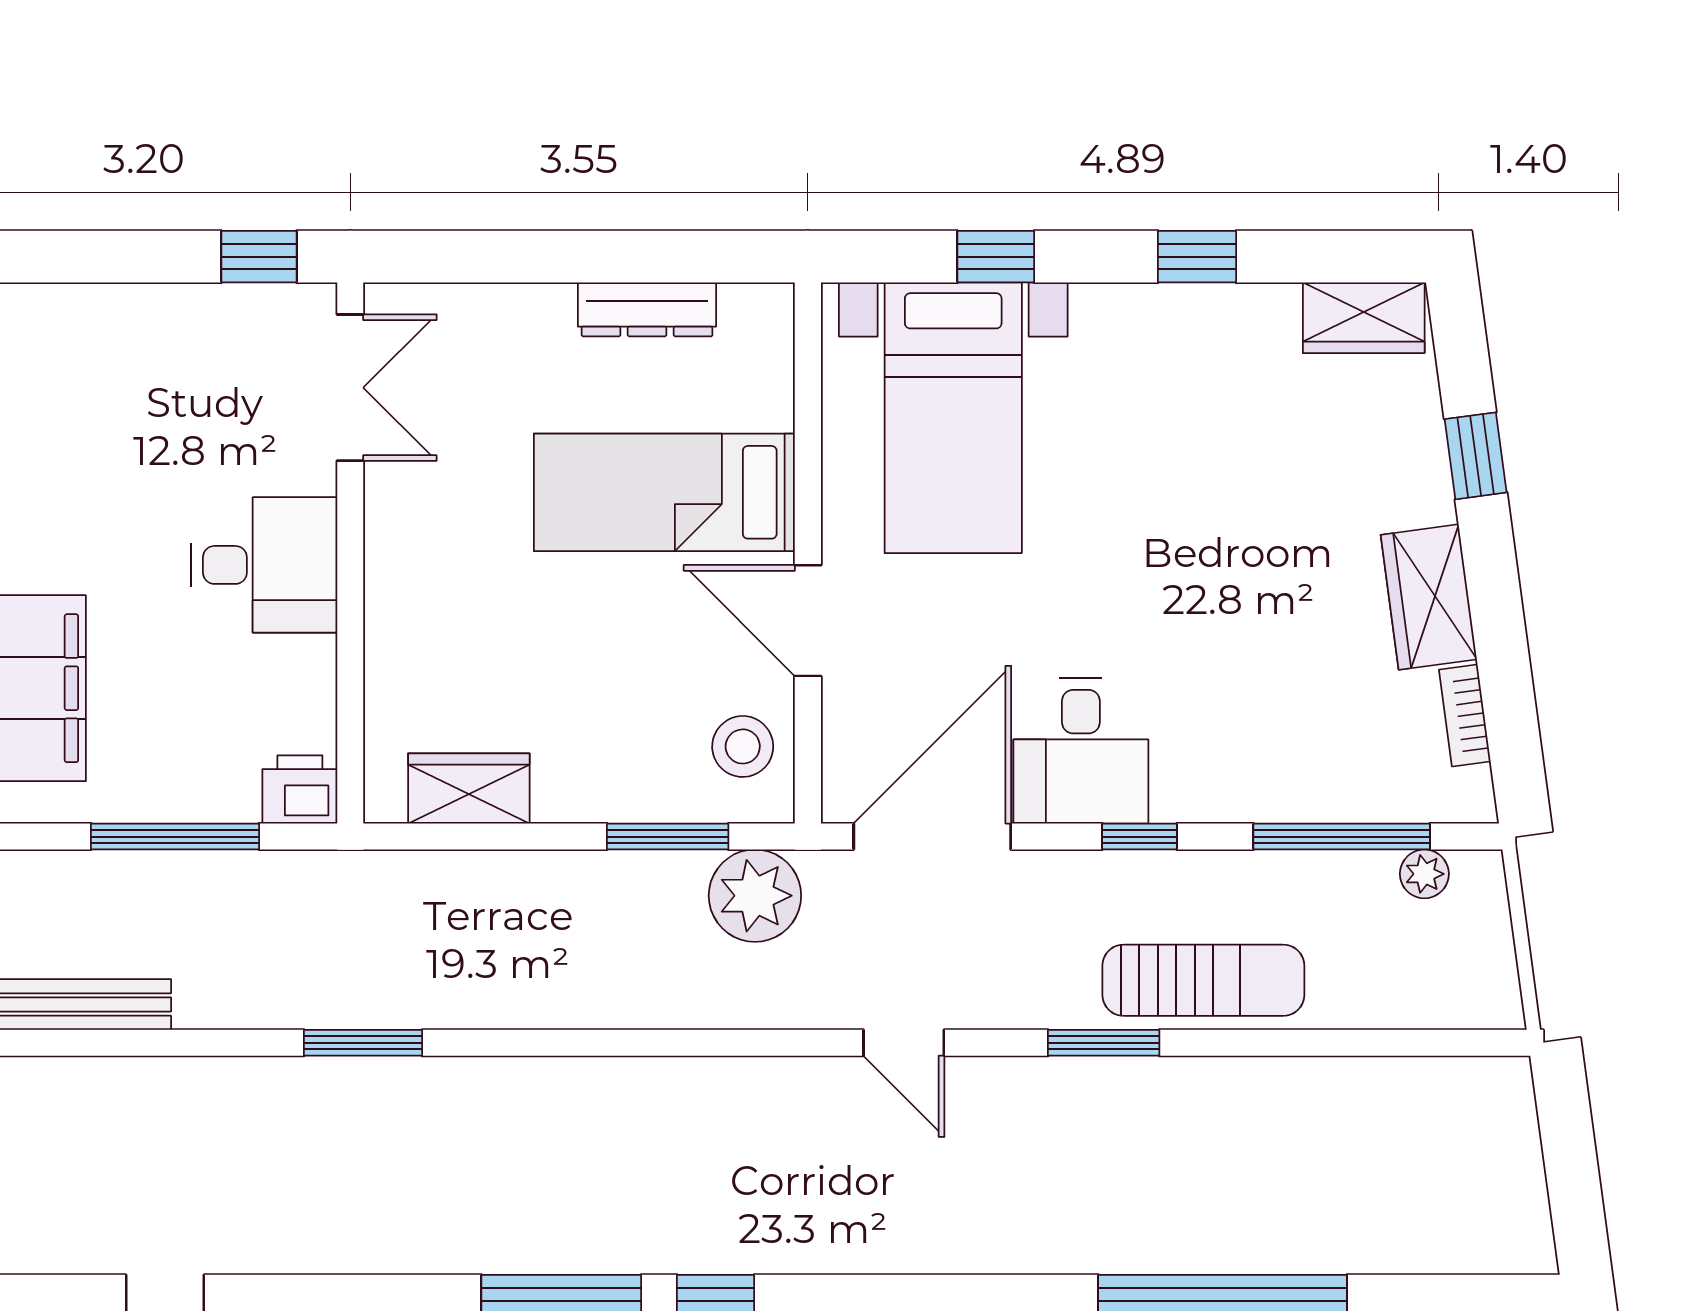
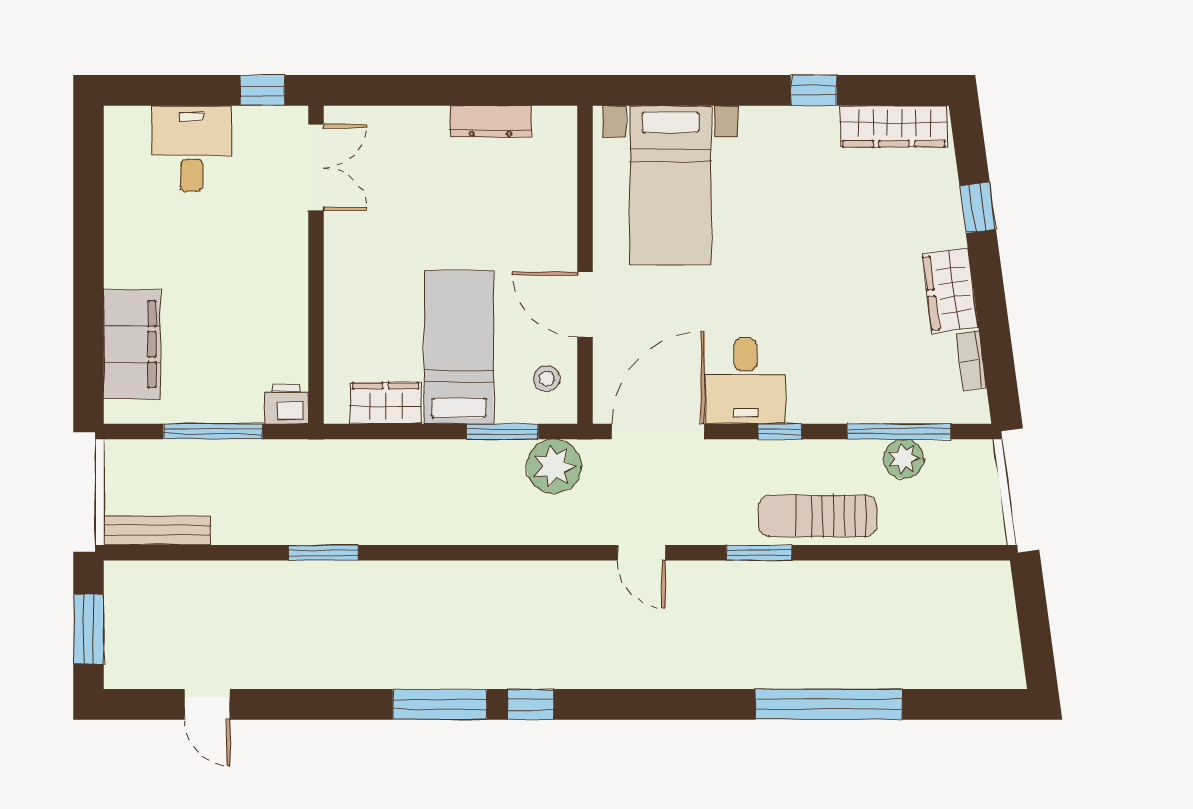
window: (996, 257) -> (695, 90), removed
wardrobe: (1364, 318) -> (894, 126), width x1.50
bed: (664, 492) -> (459, 347), moved, turned 90
desk: (264, 565) -> (192, 149), moved, turned -90
stool: (743, 746) -> (547, 379), width x0.73, depth x0.73
plant: (1424, 874) -> (904, 459), moved, width x1.38, depth x1.38
sun lounger: (1203, 980) -> (818, 516), turned 180

